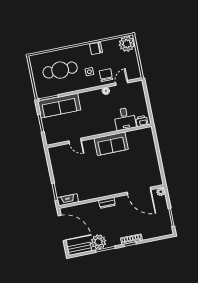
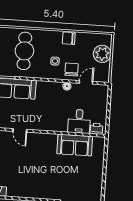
plant: (127, 44) -> (102, 54), moved
cafe table: (60, 70) -> (24, 51), turned 90
sofa: (111, 144) -> (75, 145), moved

